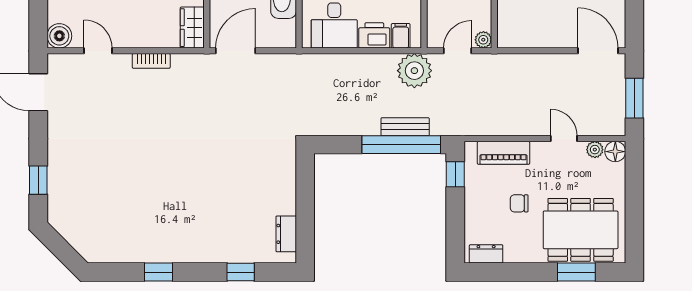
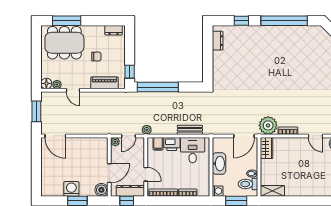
plant: (189, 71) -> (268, 125), added
plant: (414, 71) -> (147, 130), width x0.53, depth x0.53
bench: (405, 127) -> (190, 130), moved
window: (158, 272) -> (284, 21), width x3.17
window: (576, 272) -> (67, 21), width x1.44

